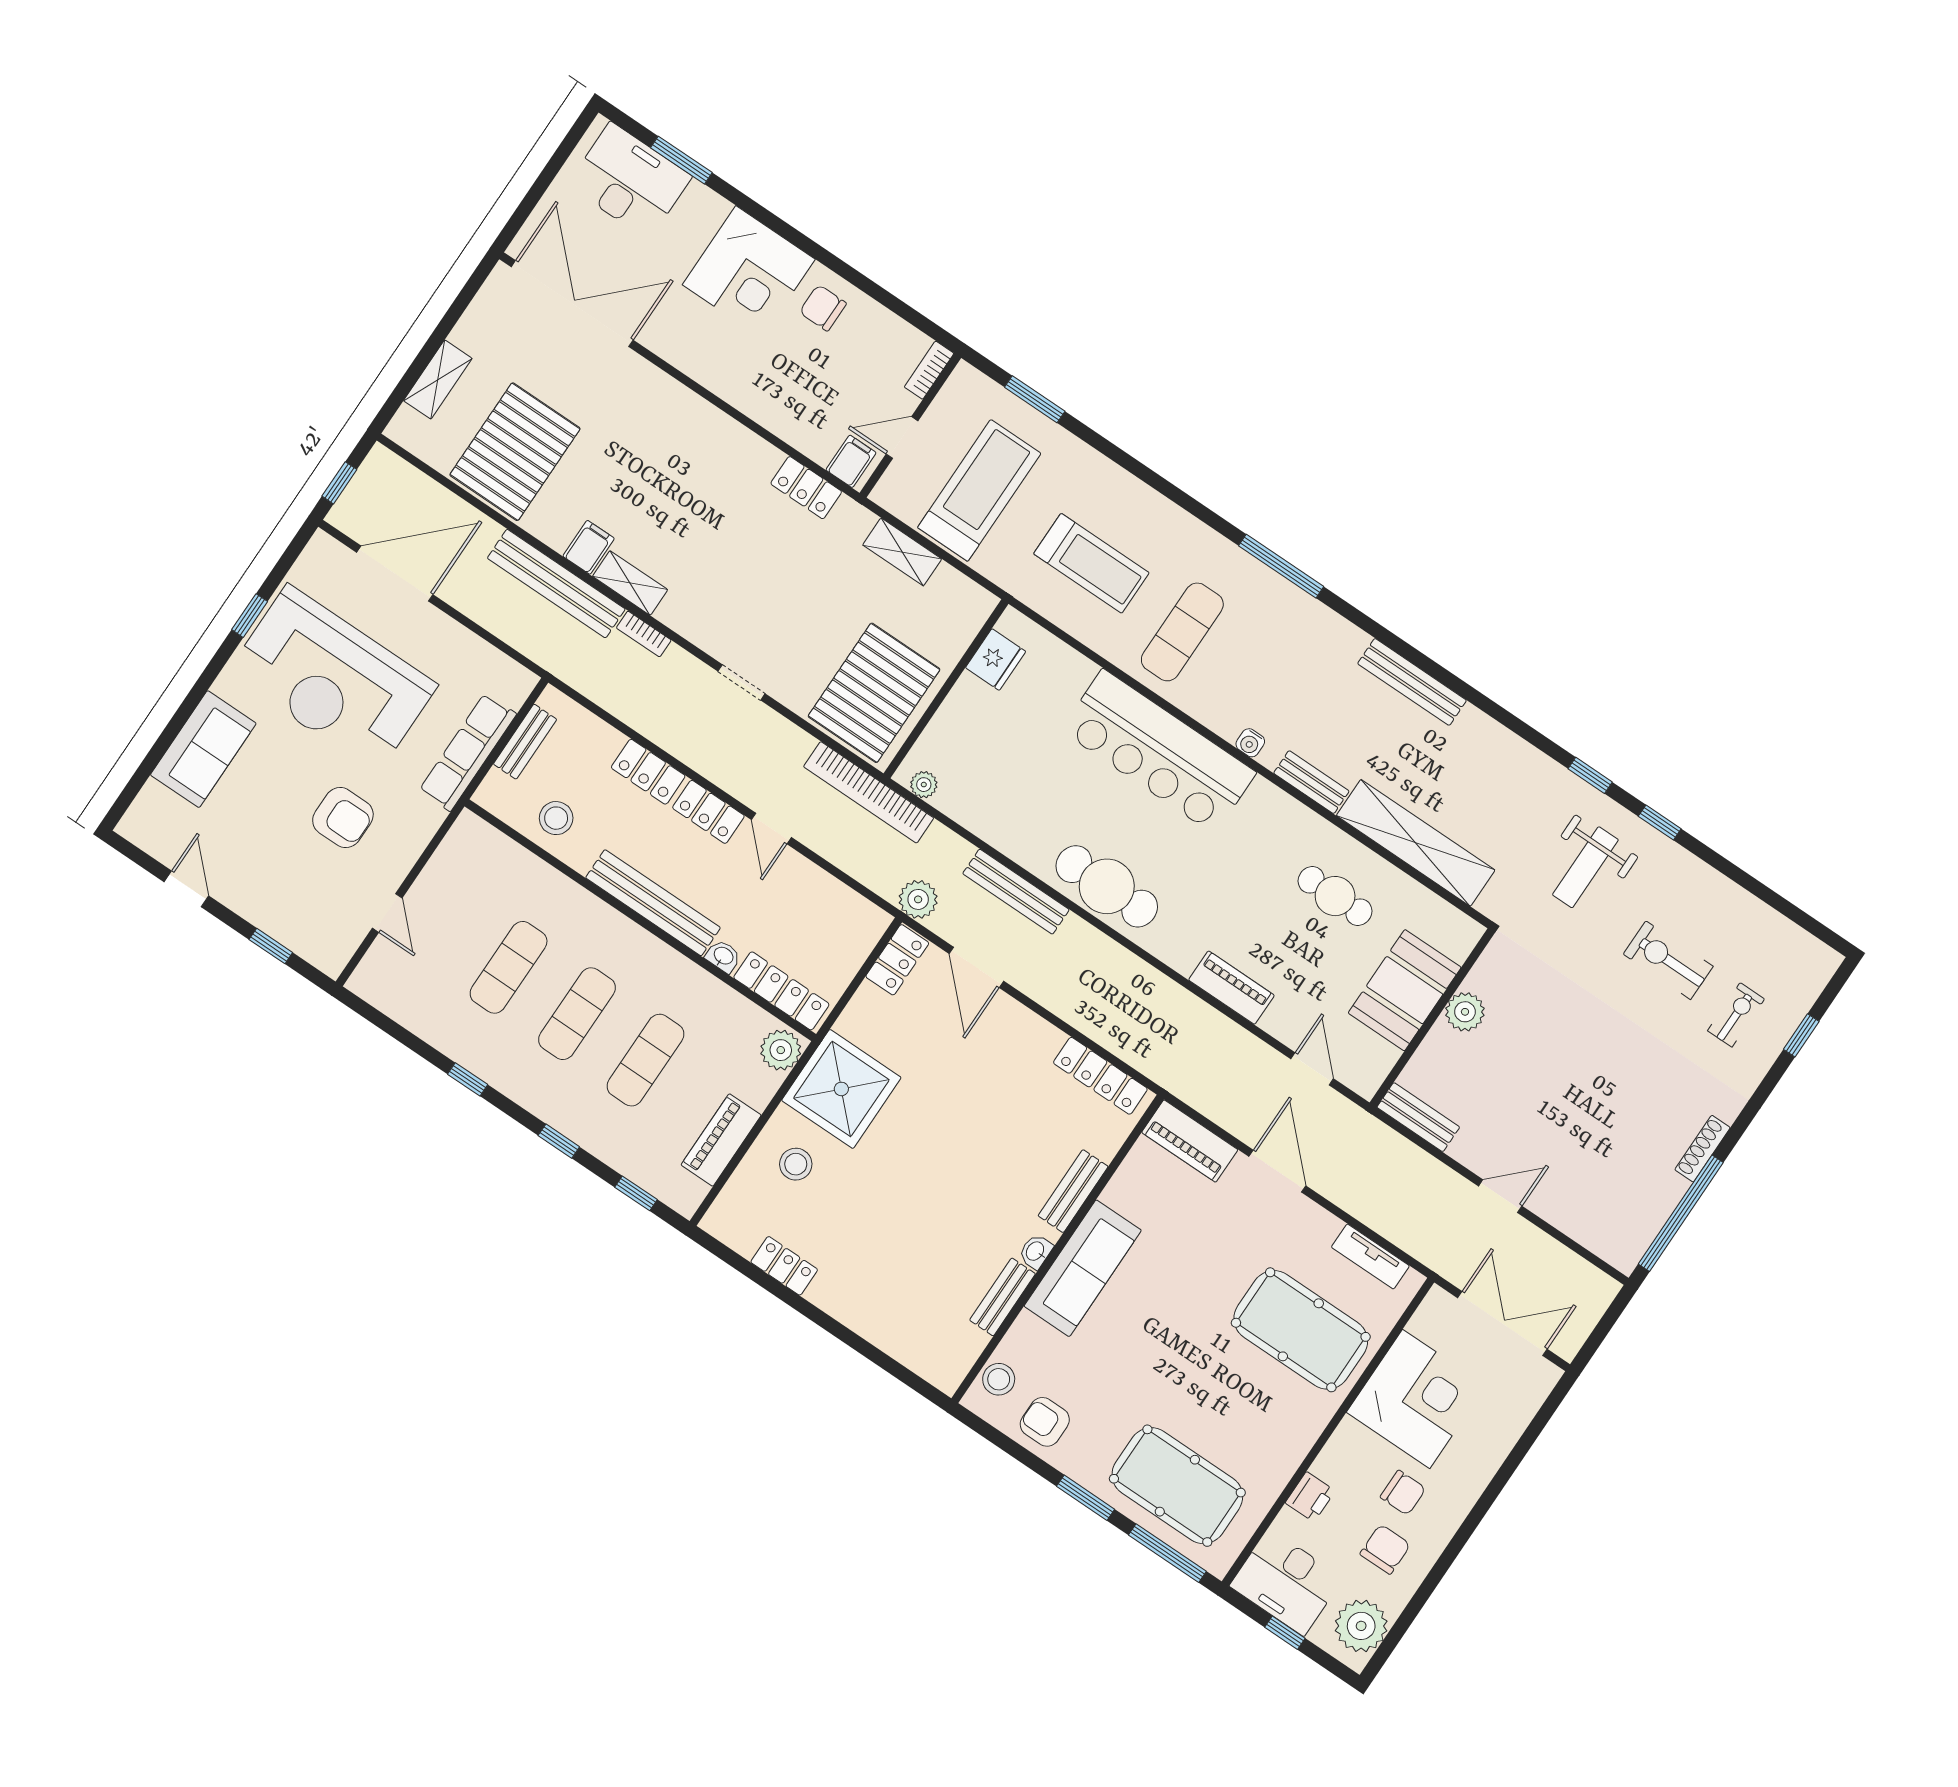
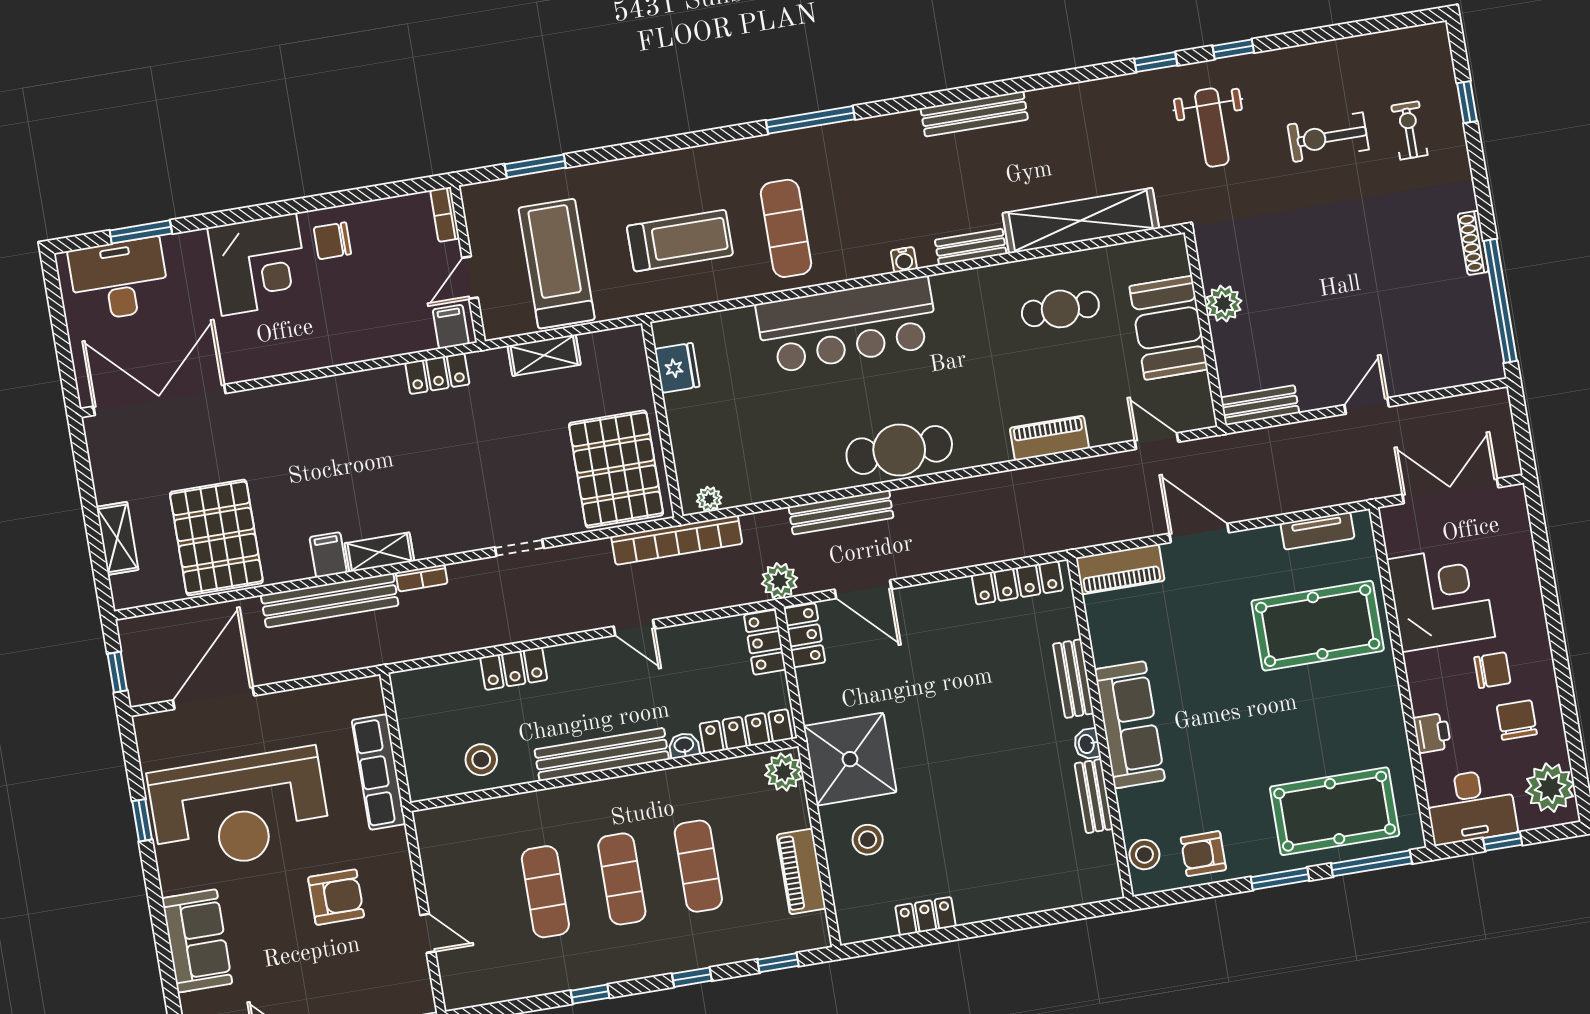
bench: (525, 742) -> (411, 728), removed
locker: (708, 812) -> (765, 642), moved, turned 90

